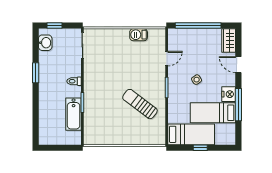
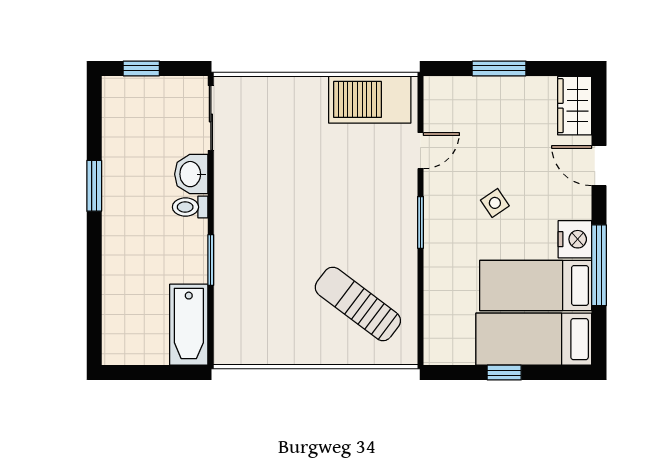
window: (198, 26) -> (499, 68), width x0.47
barbecue: (139, 35) -> (370, 99), width x1.88, depth x1.53
washbasin: (45, 43) -> (191, 174), moved, turned 180
sun lounger: (140, 104) -> (358, 304), moved
bathtub: (74, 114) -> (189, 325), moved
bed: (191, 134) -> (534, 339), moved, turned 180

